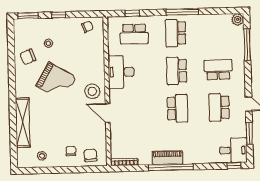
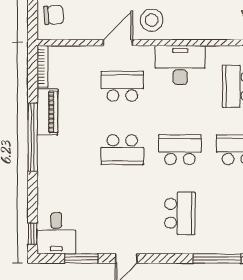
school desk: (219, 107) -> (122, 86), moved
piano: (167, 158) -> (47, 112), moved

